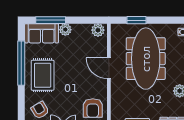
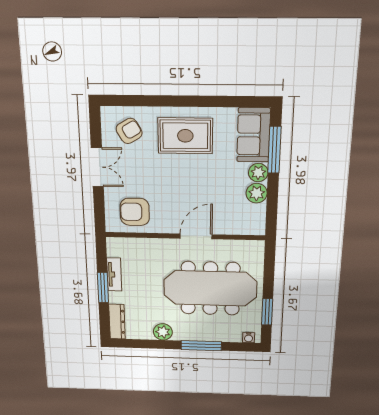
window: (137, 20) -> (267, 312), moved
plant: (98, 30) -> (257, 193), moved
window: (21, 63) -> (205, 101), removed

